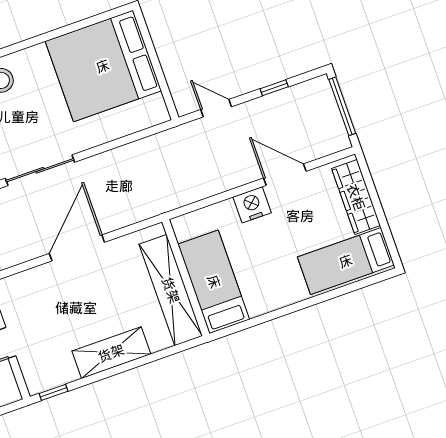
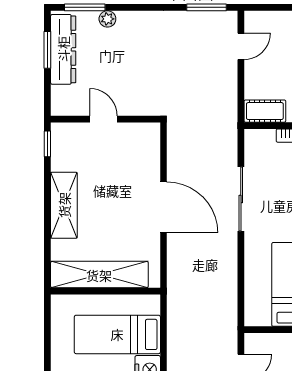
bed: (214, 282) -> (117, 334), moved, turned 180

